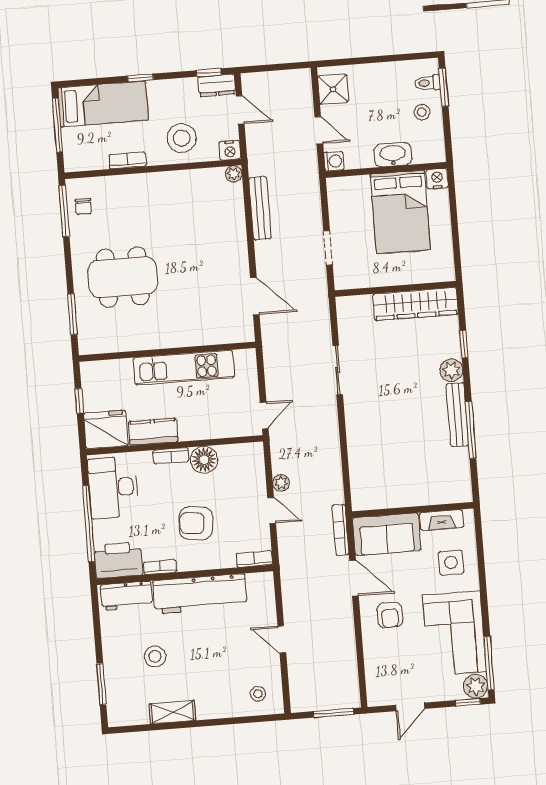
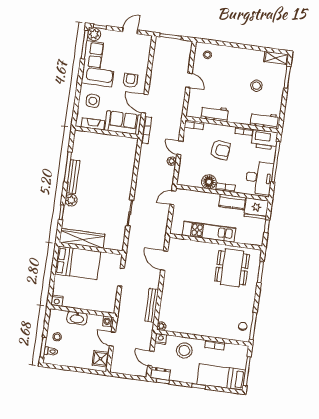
bed: (400, 212) -> (78, 263), moved, turned 90
dining table: (123, 277) -> (232, 268), moved, turned 90
workbench: (200, 594) -> (215, 114), width x0.53, depth x0.76
shelving: (172, 712) -> (276, 58), moved

